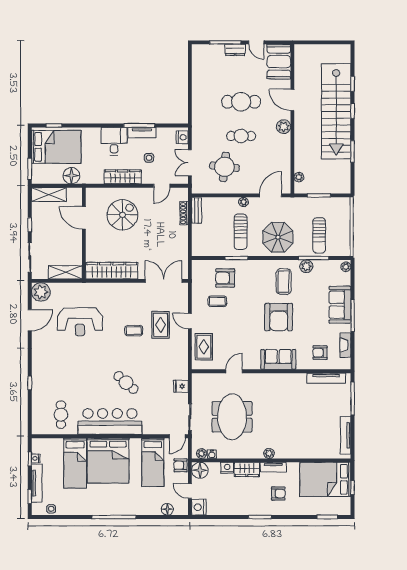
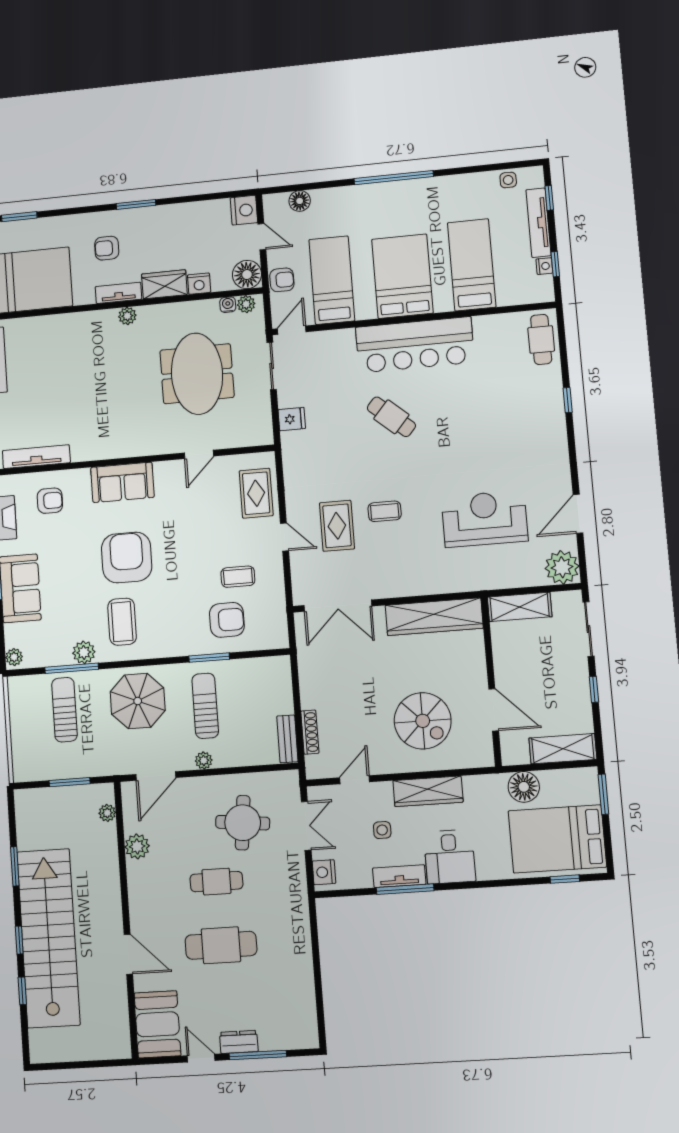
plant: (284, 127) -> (137, 846), moved
spiral stairs: (122, 215) -> (423, 721), turned -90
cafe table: (61, 415) -> (541, 339), moved
bed: (108, 461) -> (402, 276), width x0.73

